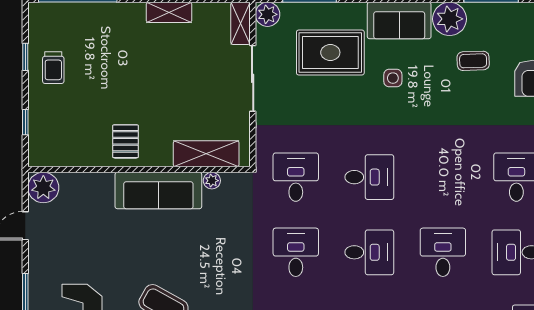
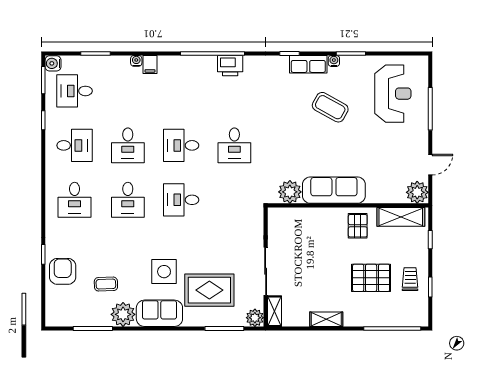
pallet: (107, 69) -> (371, 278), added
side table: (393, 78) -> (164, 272), width x1.87, depth x1.87
shelving: (206, 154) -> (401, 217), moved
desk: (296, 177) -> (128, 200), moved
plant: (212, 181) -> (290, 192), width x1.88, depth x1.88

